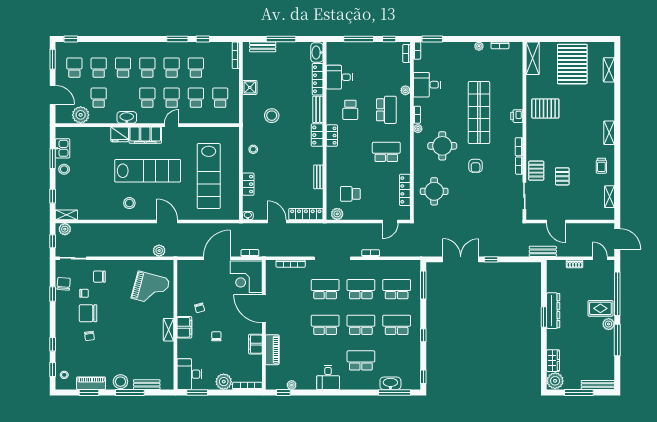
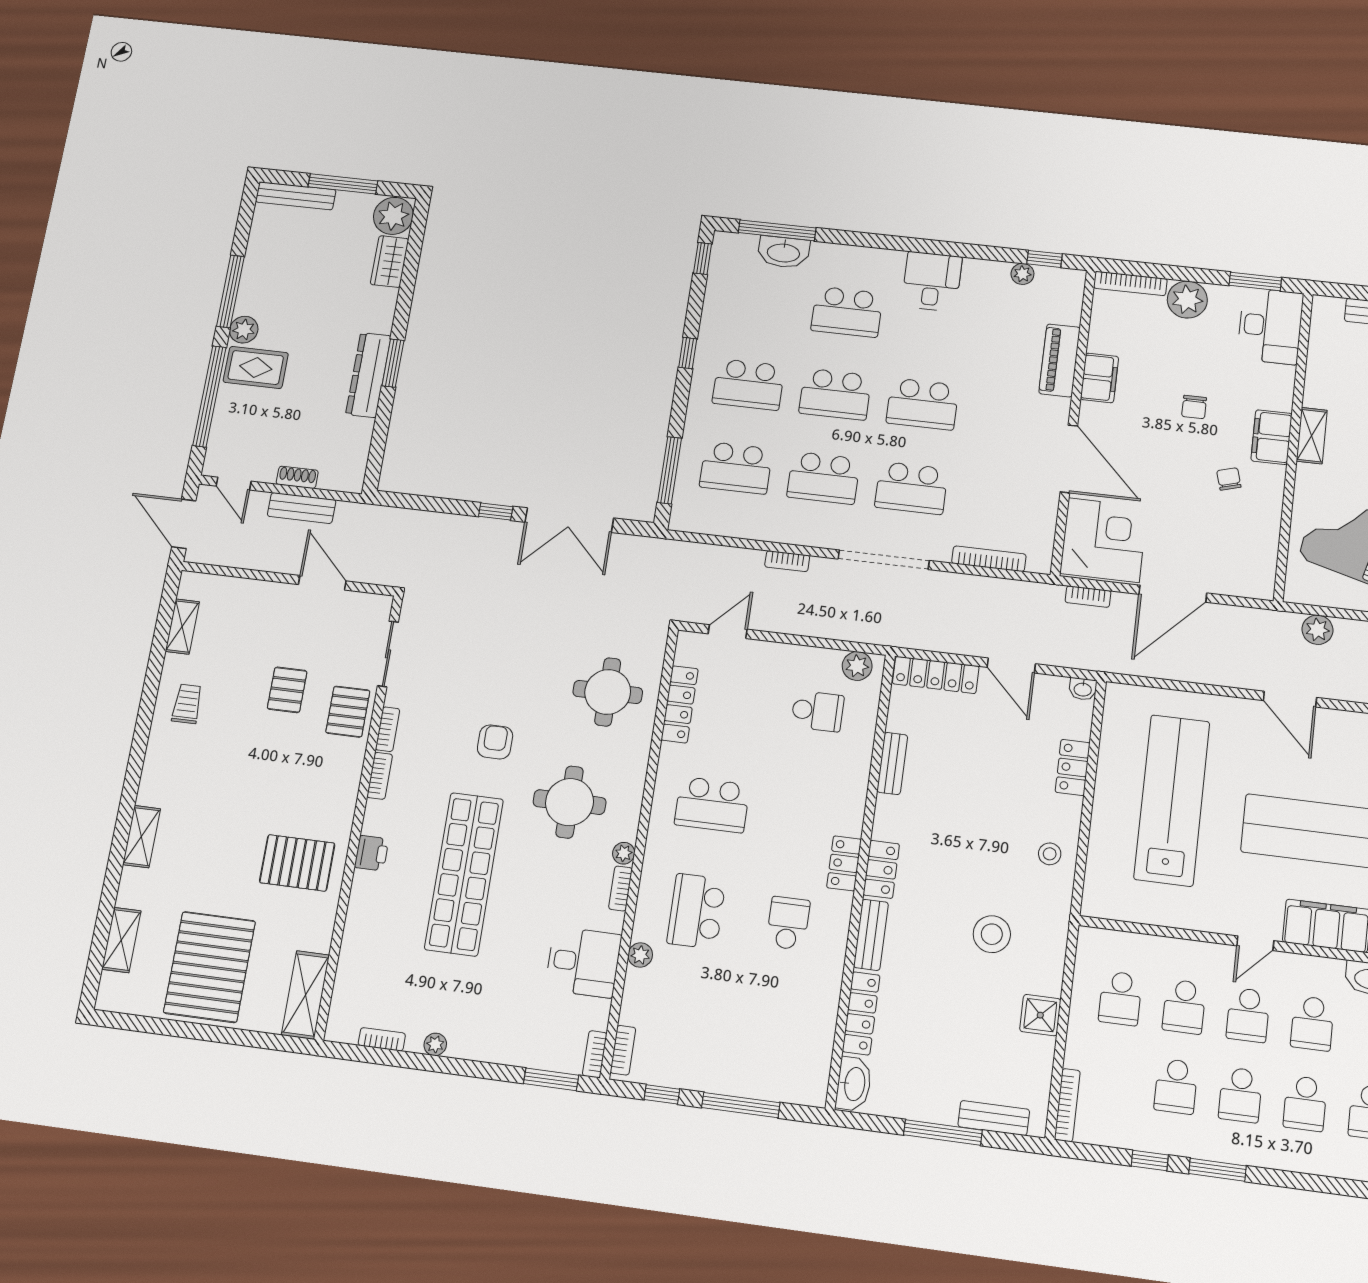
desk: (339, 77) -> (805, 1011), removed
shelving: (609, 133) -> (142, 837), moved
bench: (543, 251) -> (302, 508), moved

